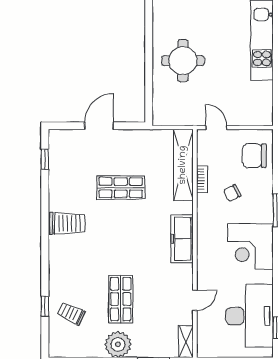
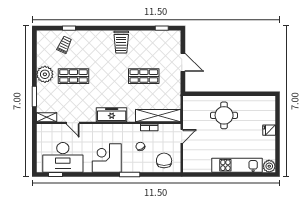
shop shelf: (121, 188) -> (144, 76), turned 90

